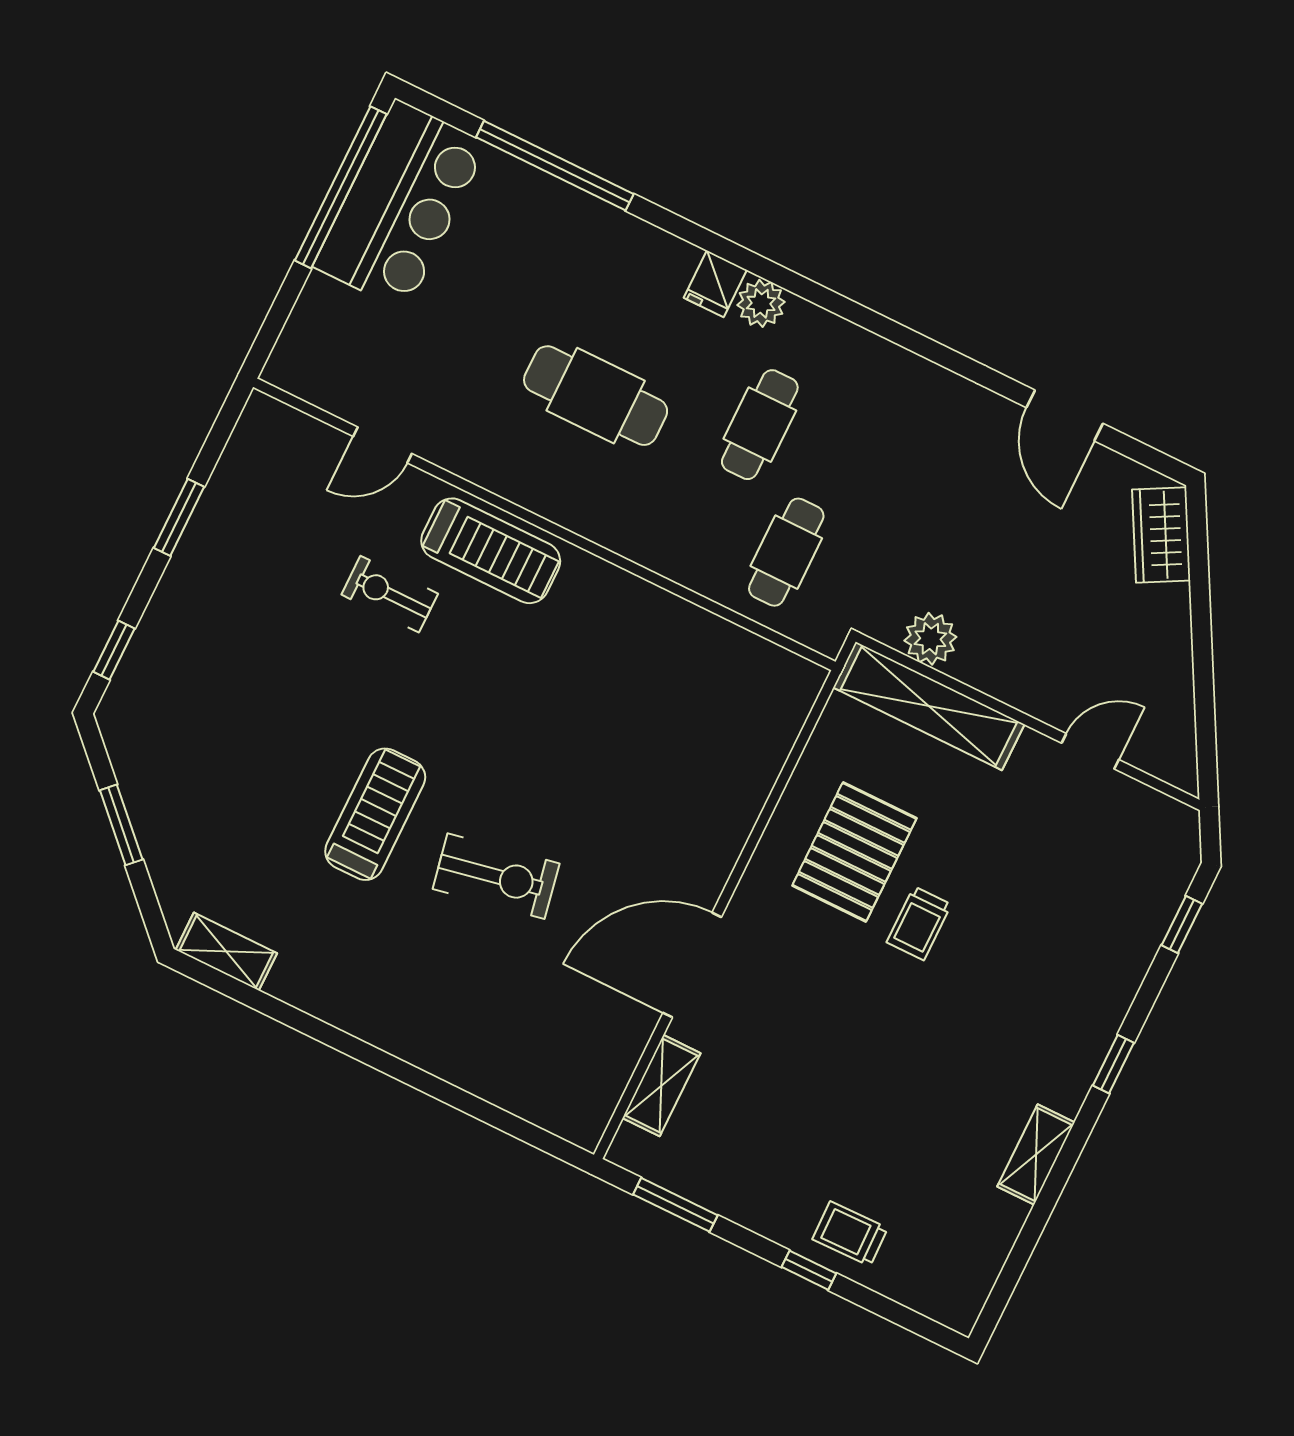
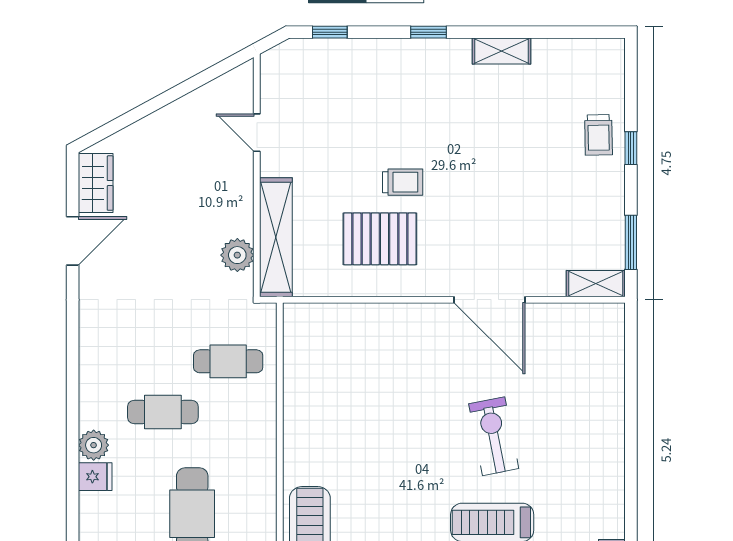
wardrobe: (1161, 535) -> (96, 183), moved, turned -61
shelving: (661, 1086) -> (596, 284), moved

